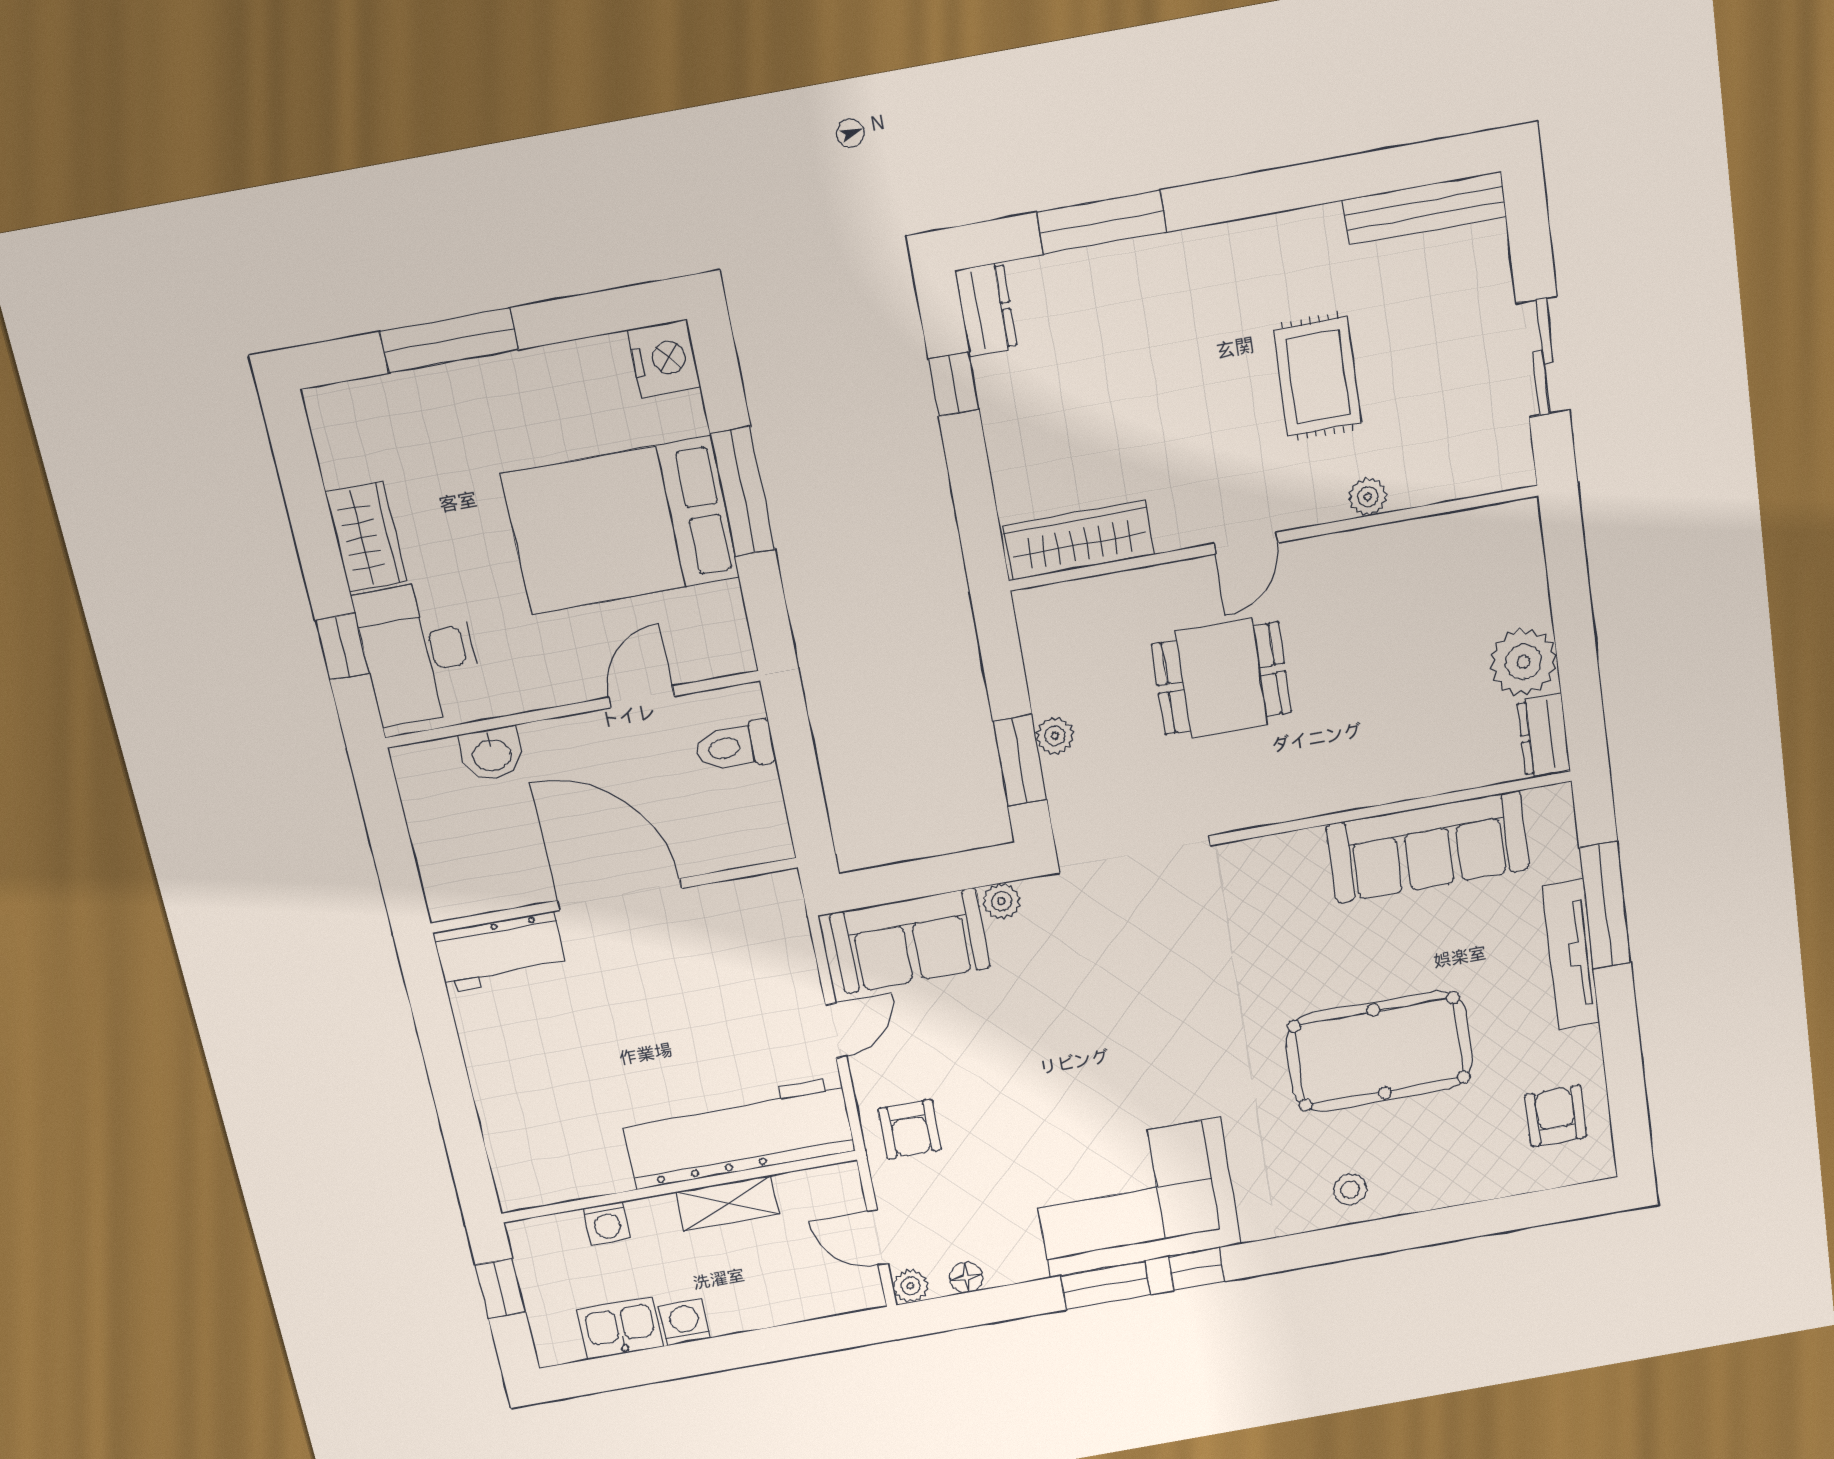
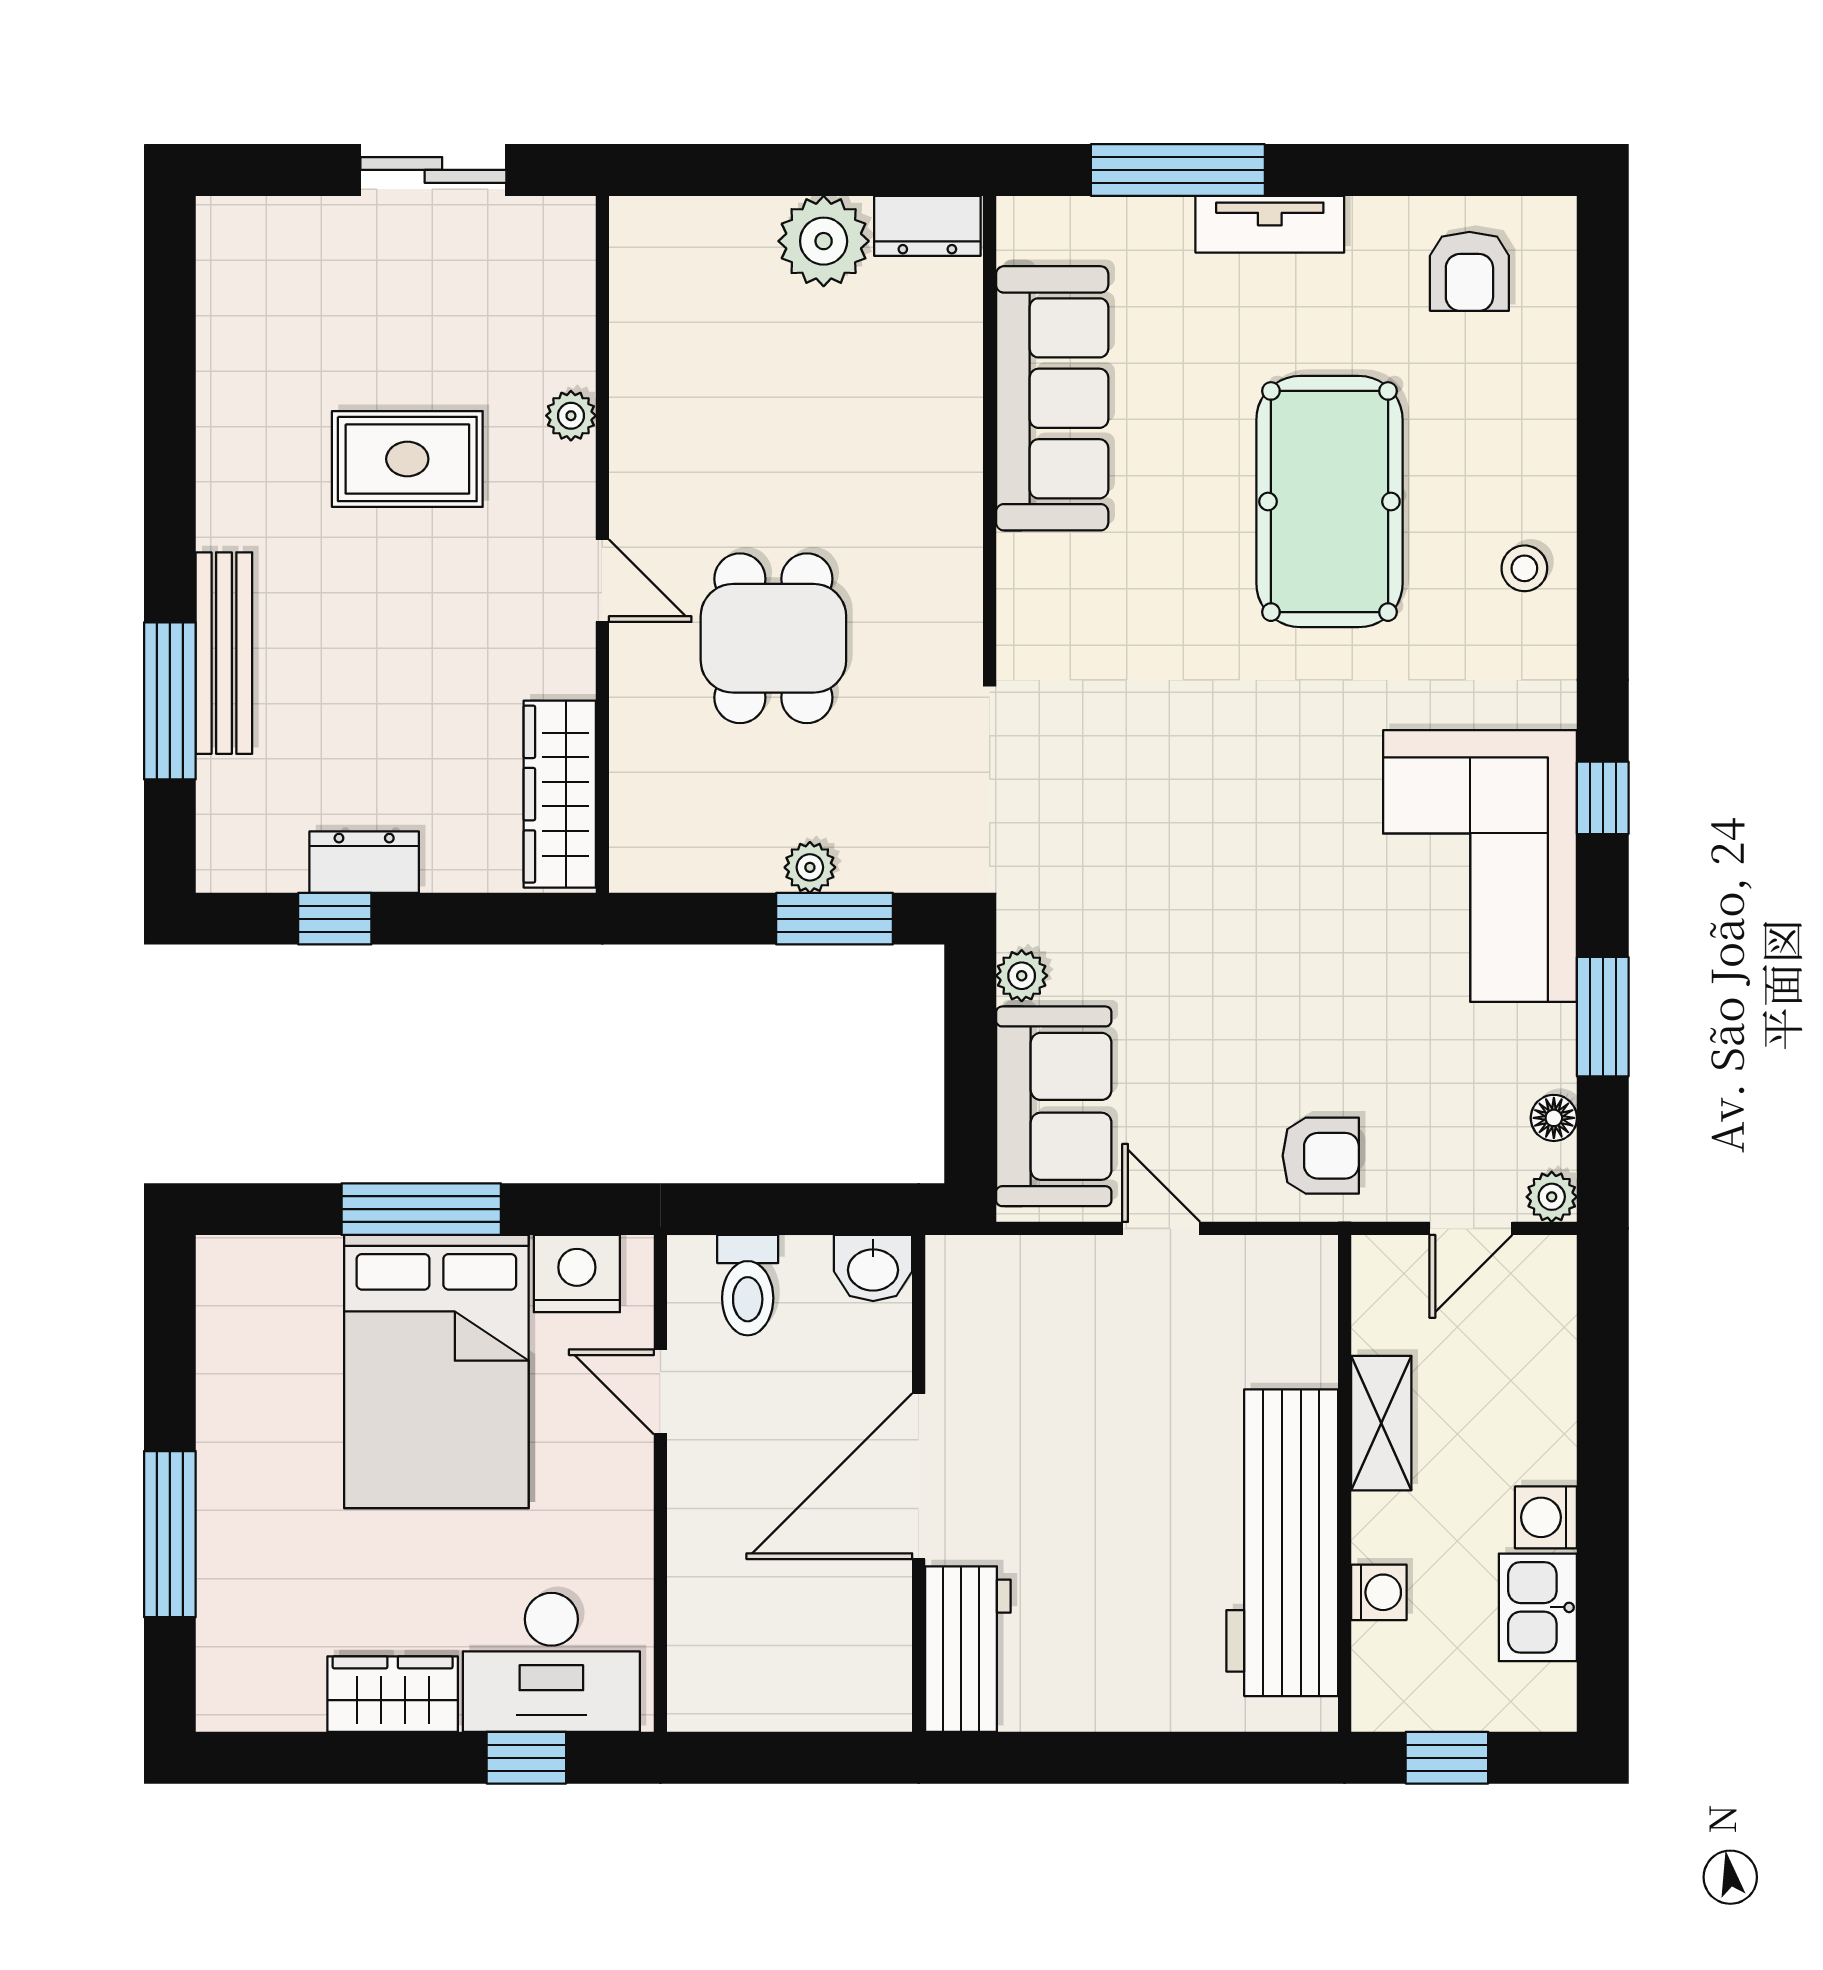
bench: (1425, 208) -> (224, 653), moved
dresser: (986, 310) -> (364, 862), moved
nightstand: (664, 358) -> (577, 1274), moved
washbasin: (492, 754) -> (873, 1268), moved, turned 90
tv unit: (1571, 955) -> (1270, 224), width x0.71
armchair: (1556, 1116) -> (1469, 271), turned -90
workbench: (738, 1133) -> (1282, 1543), moved
window: (1105, 1285) -> (1603, 1017), moved

